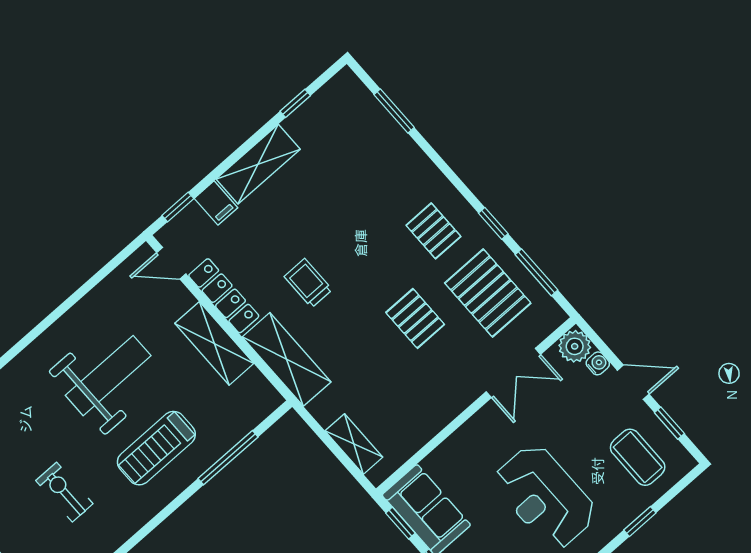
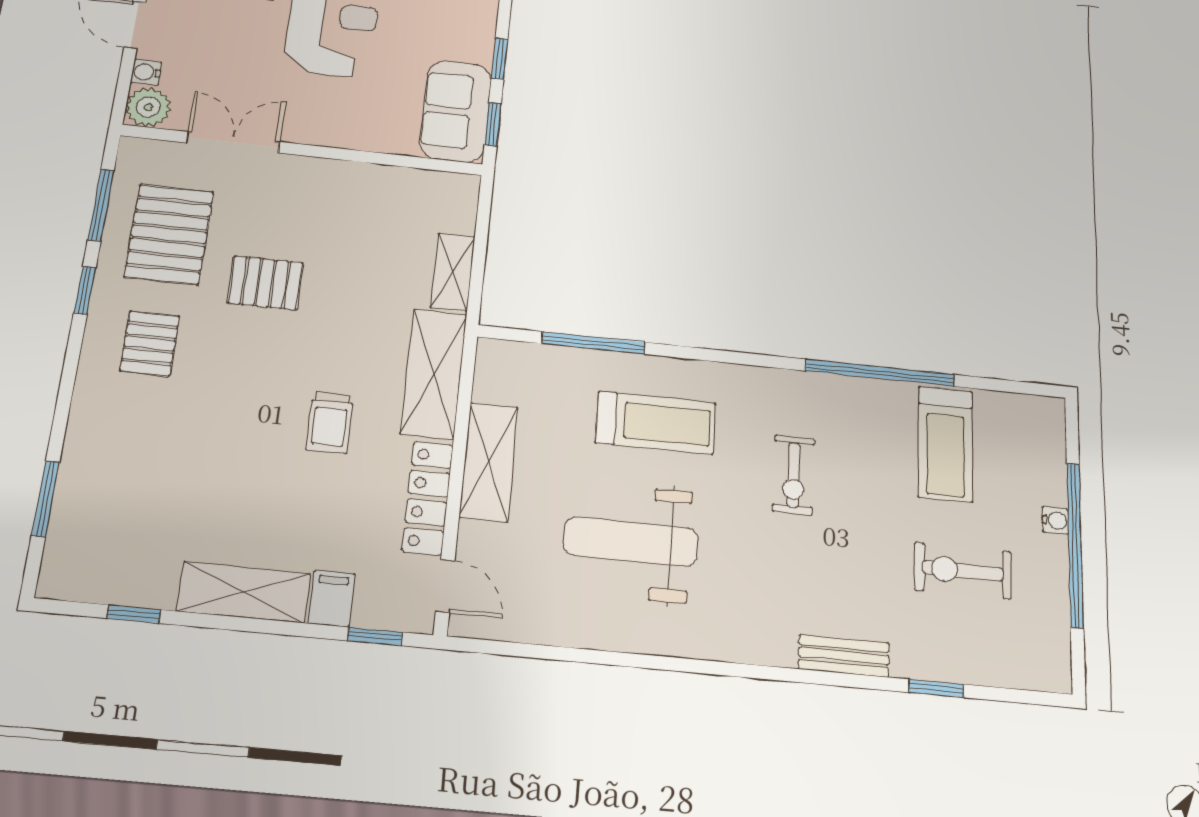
pallet: (415, 318) -> (265, 283), turned 90
shelving: (354, 444) -> (453, 272), moved

